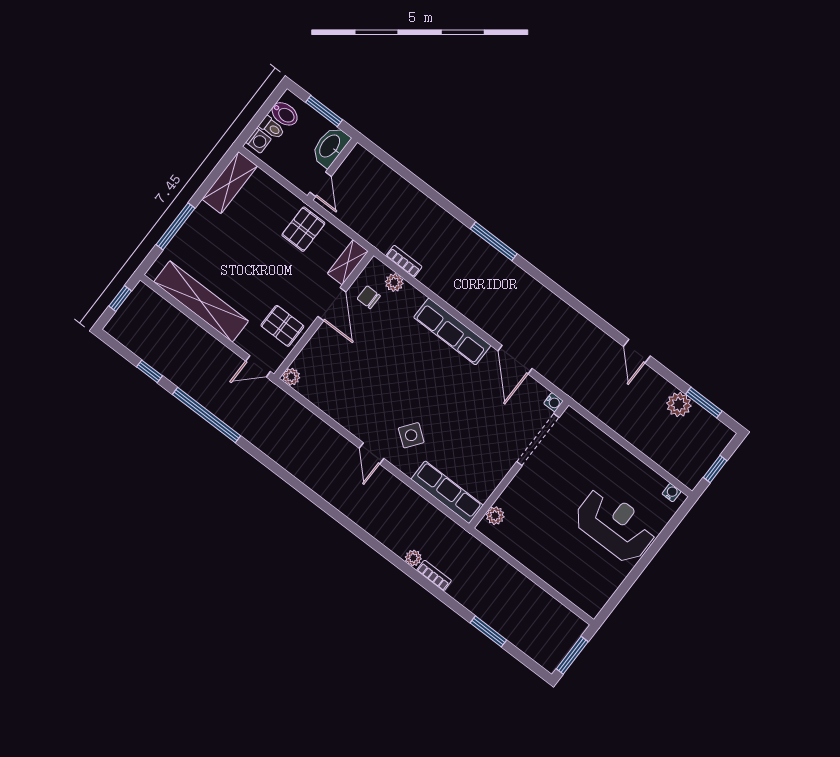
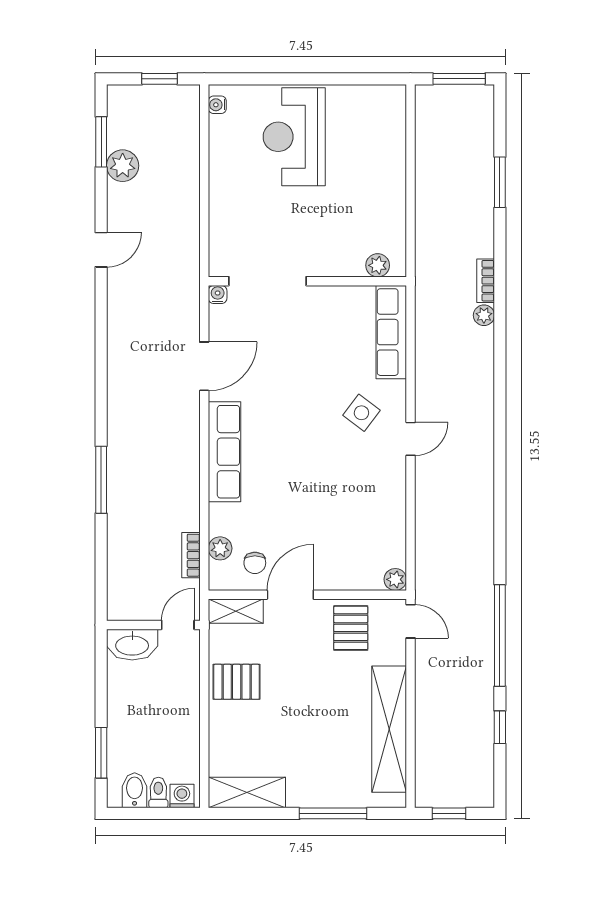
washbasin: (330, 146) -> (132, 645), moved
wall: (332, 169) -> (153, 625), moved
door: (321, 184) -> (178, 625), moved

